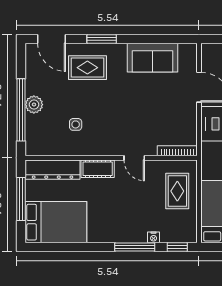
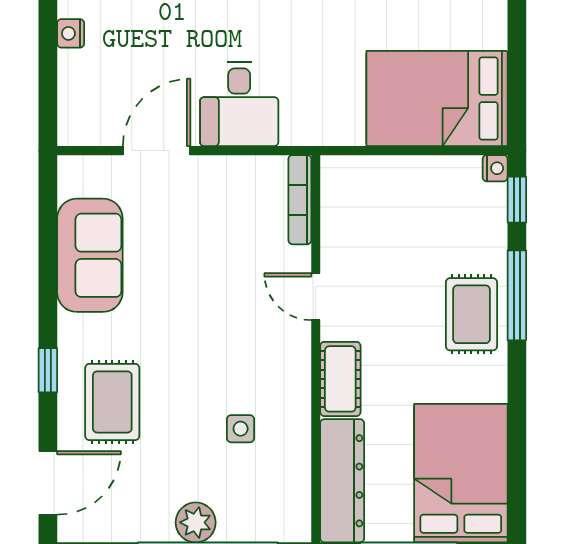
window: (102, 39) -> (48, 370), width x0.67
door: (134, 158) -> (316, 297), swing flipped
rug: (177, 191) -> (471, 314), moved, turned 90
nightstand: (154, 237) -> (495, 168), moved

